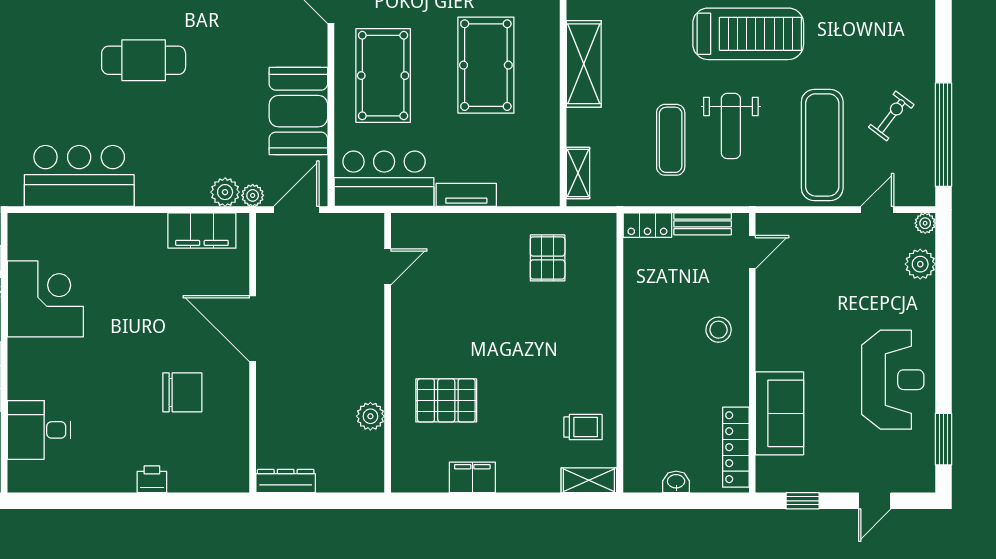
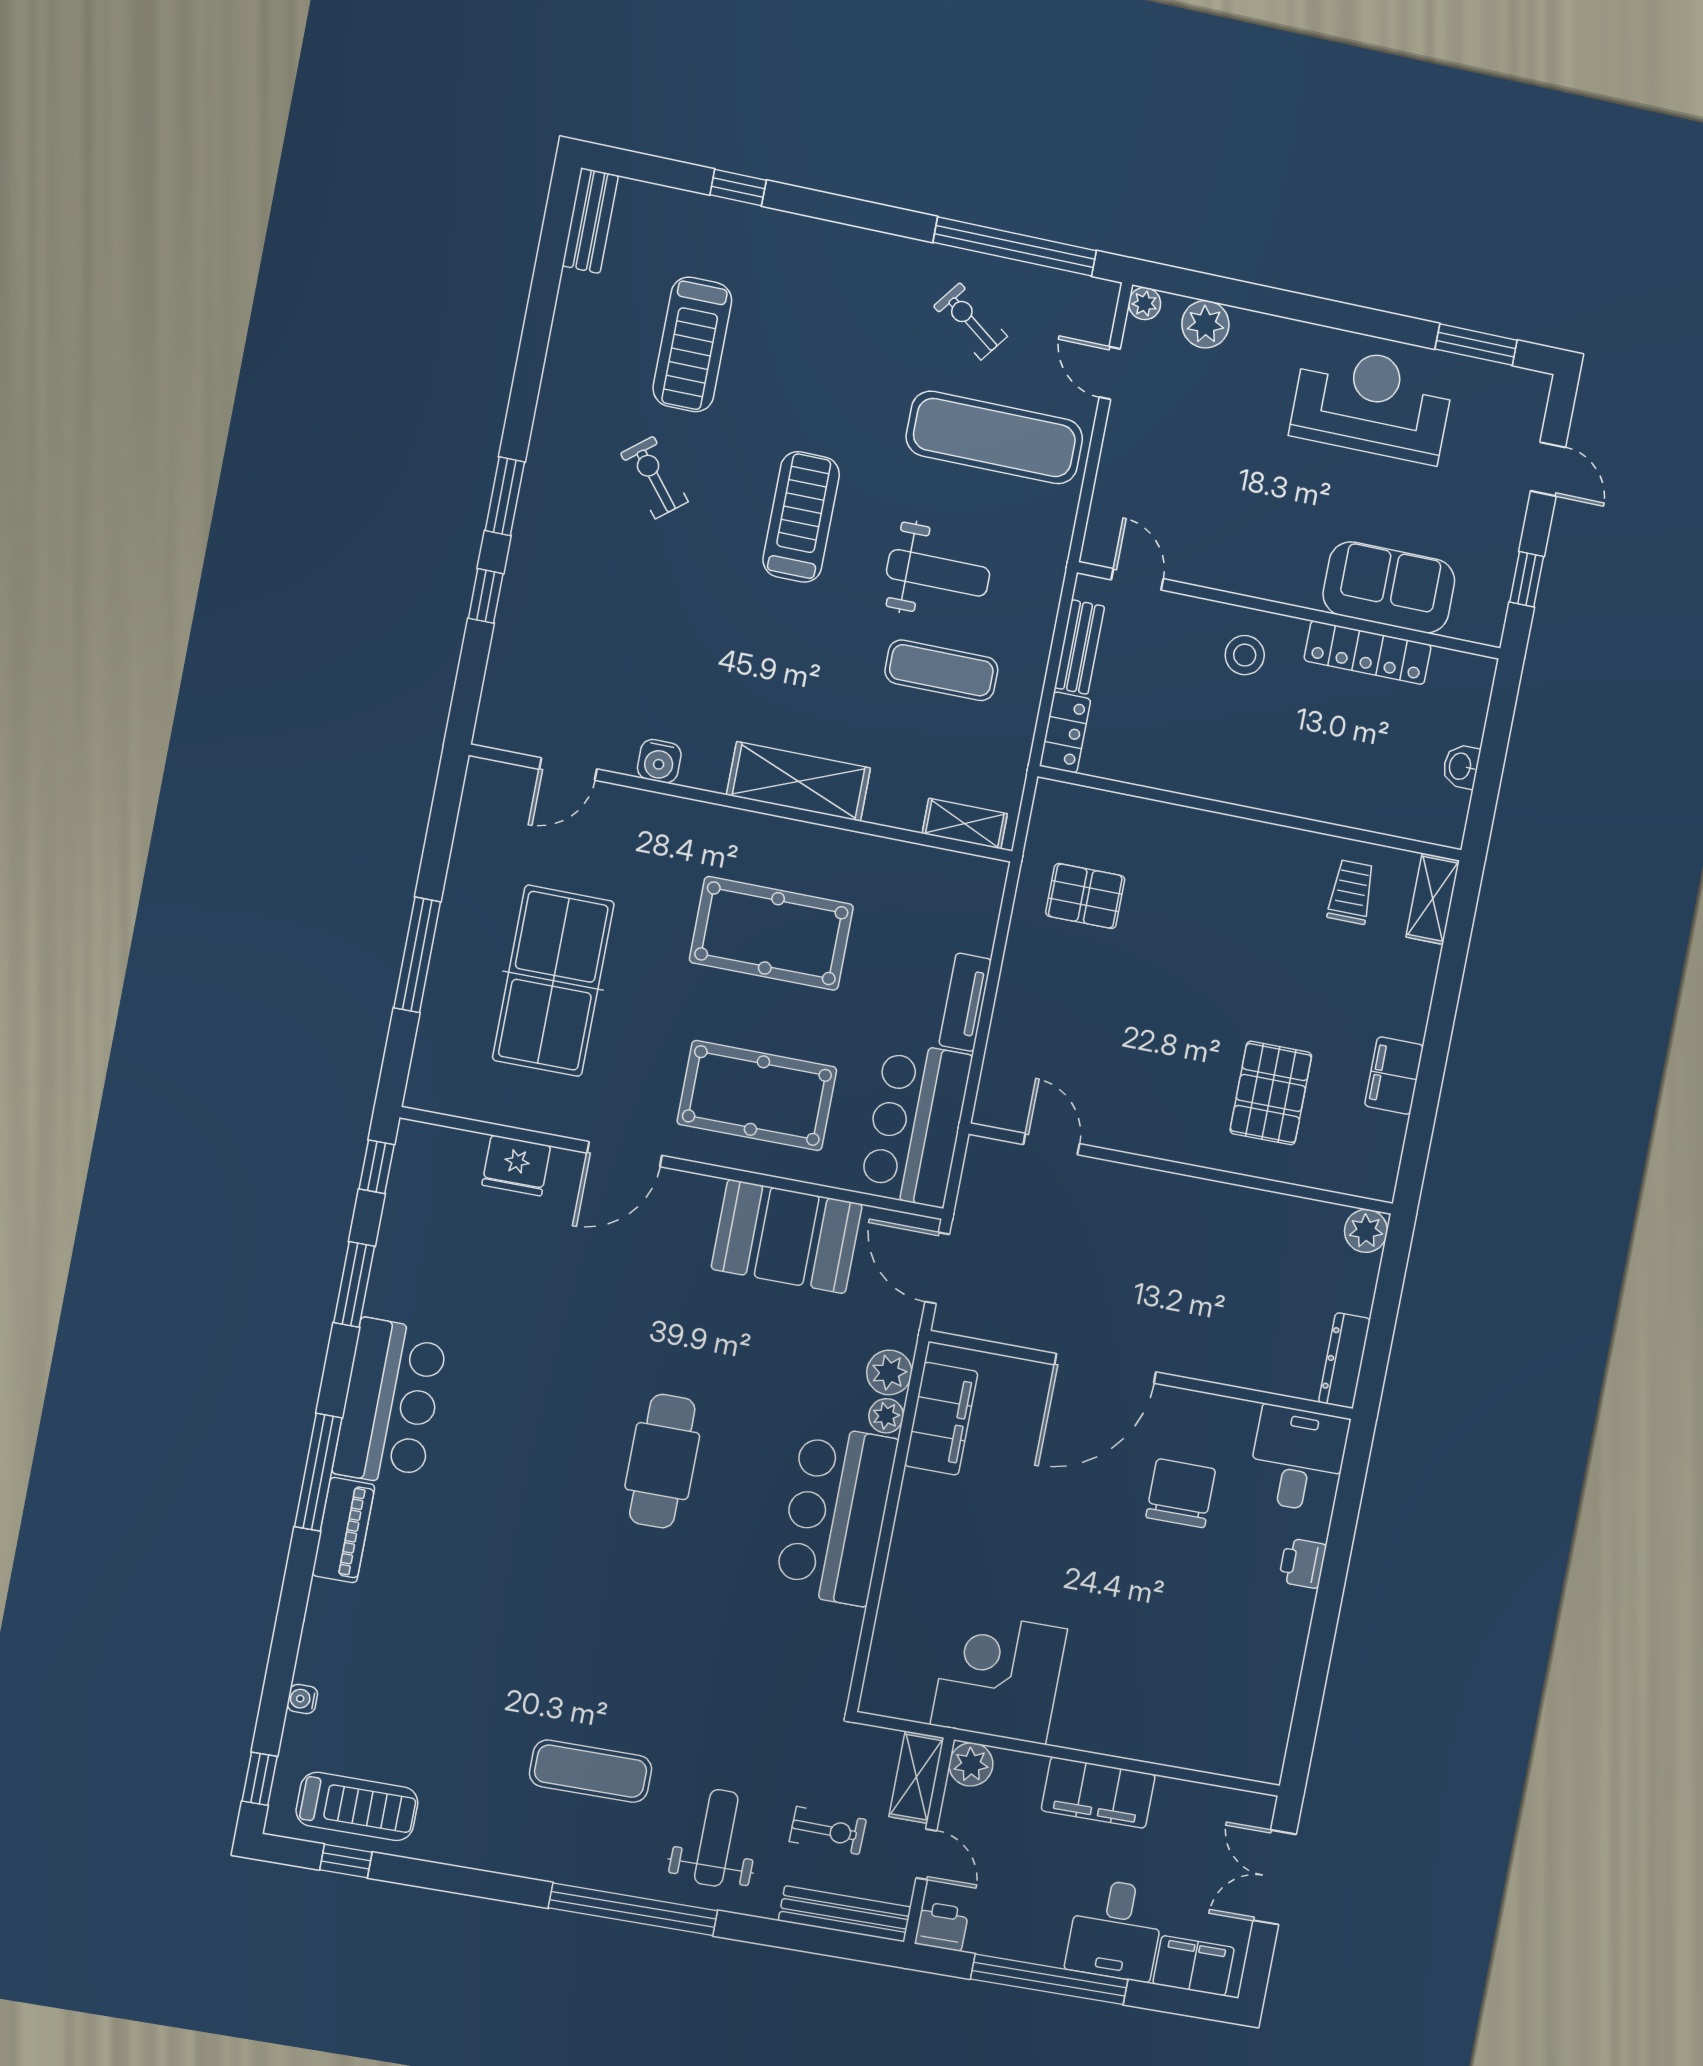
treadmill: (748, 34) -> (801, 517), width x0.73, depth x0.73
bar counter: (79, 176) -> (836, 1515), moved
plant: (253, 195) -> (886, 1416), moved
plant: (370, 416) -> (1366, 1231), moved
desk: (39, 430) -> (1298, 1459), moved, turned 180
locker: (736, 447) -> (1368, 653), moved

